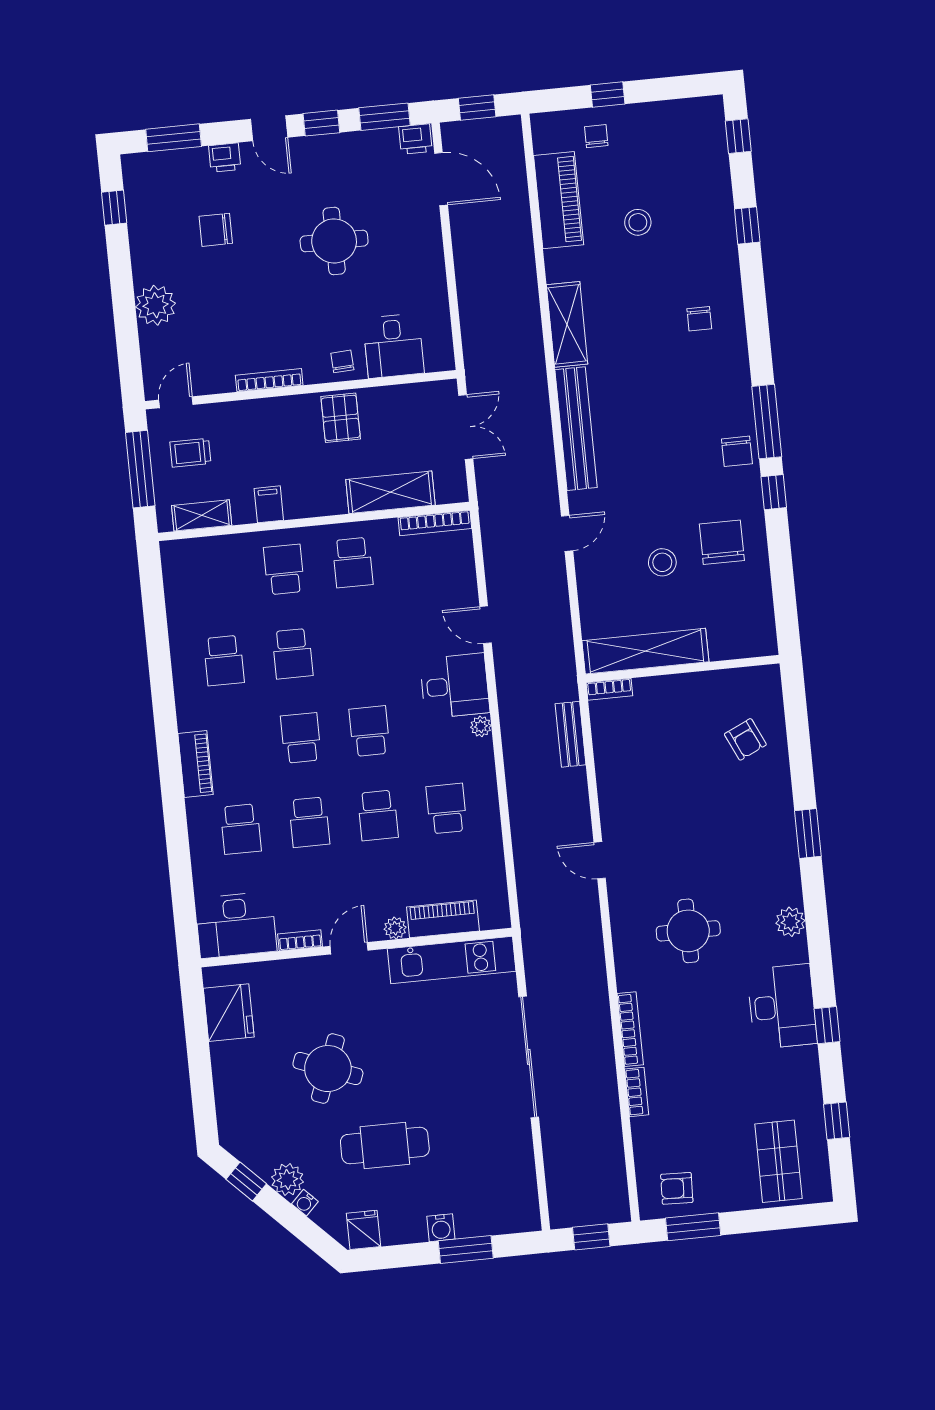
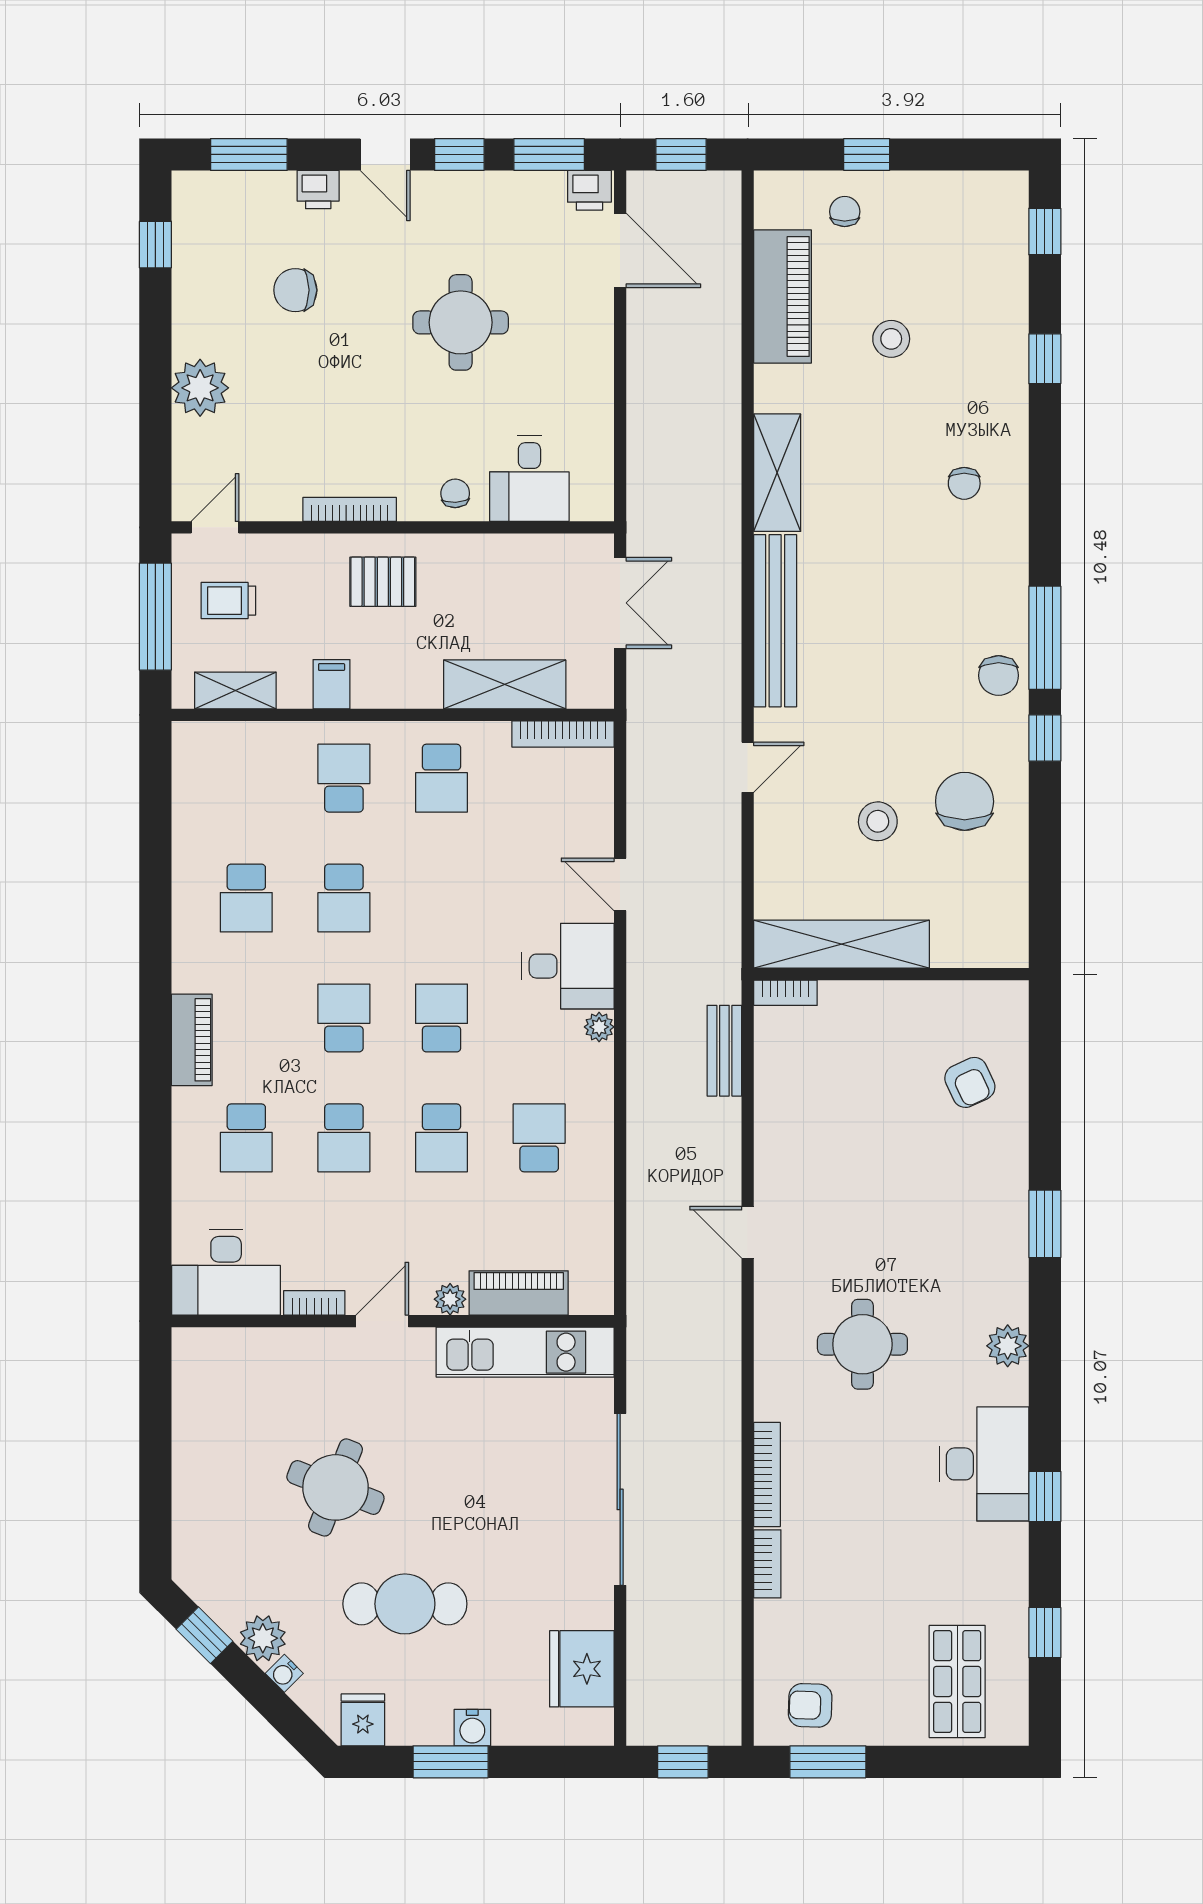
pallet: (341, 418) -> (383, 582), moved, turned 90
fridge: (229, 1013) -> (582, 1669), moved, turned 180
window: (466, 1249) -> (451, 1762), moved

